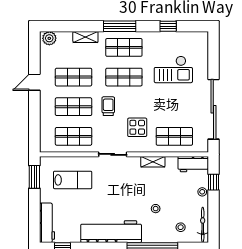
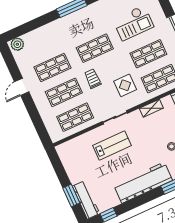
shelving: (85, 37) -> (47, 29), removed
shop shelf: (124, 47) -> (148, 54), moved
window: (34, 177) -> (71, 196), moved
lab bench: (73, 180) -> (112, 146), moved

